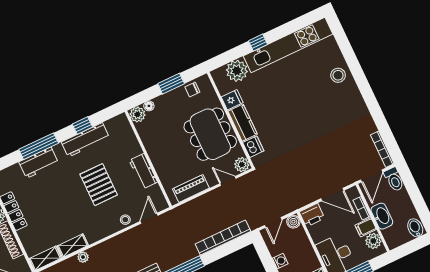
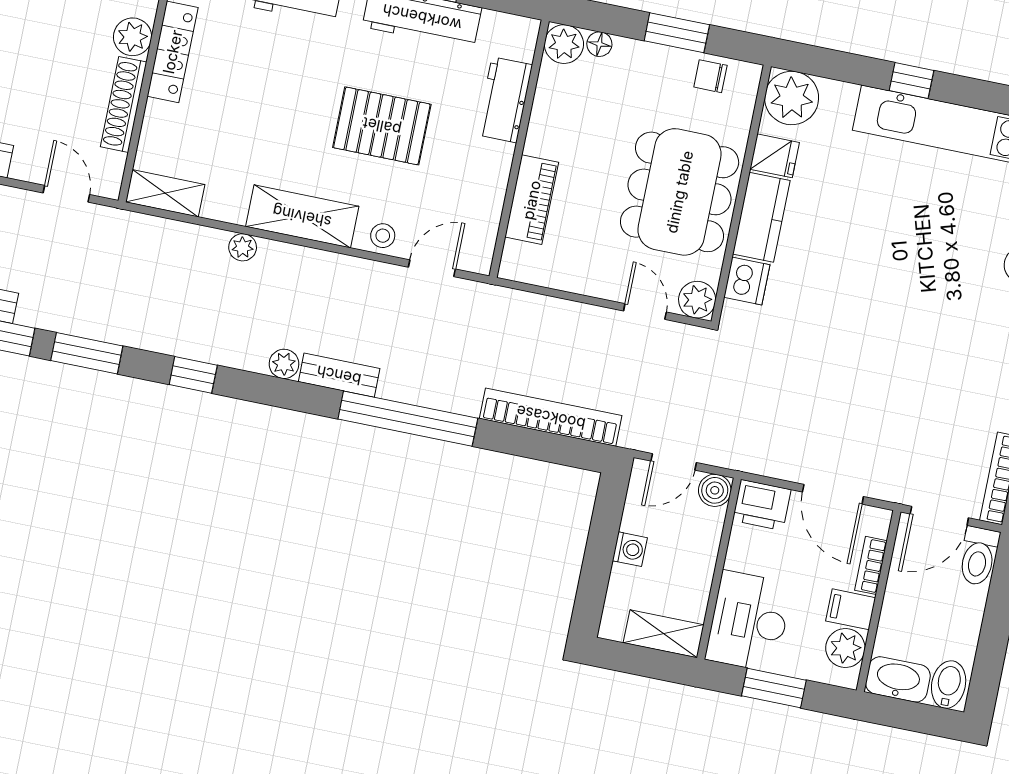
plant: (237, 71) -> (792, 98), moved
workbench: (143, 171) -> (504, 100), moved
pallet: (99, 185) -> (382, 126), turned 90
piano: (191, 189) -> (532, 200), moved, turned 90
washbasin: (382, 216) -> (898, 679), moved, turned -90
shelving: (73, 246) -> (302, 216), moved, width x1.50, depth x1.33

